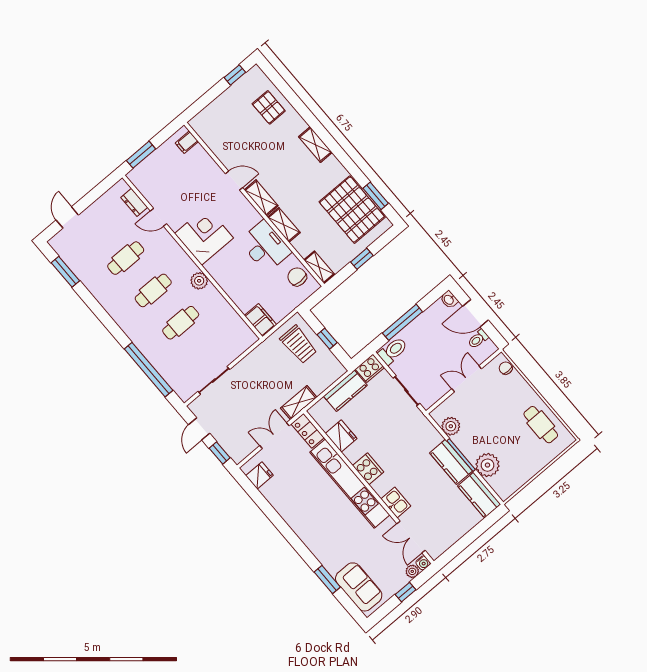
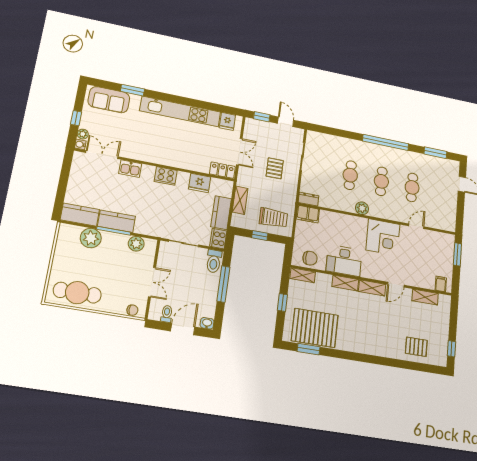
shelving: (315, 145) -> (425, 297), moved
dresser: (134, 202) -> (309, 199), moved
trolley: (298, 344) -> (273, 218), turned 180
window: (149, 370) -> (386, 142), moved
pallet: (253, 391) -> (275, 168), added
shelving: (299, 403) -> (240, 200), moved
cafe table: (541, 425) -> (77, 293), width x1.37, depth x1.35
kitchen unit: (350, 484) -> (180, 111), moved, turned 180

